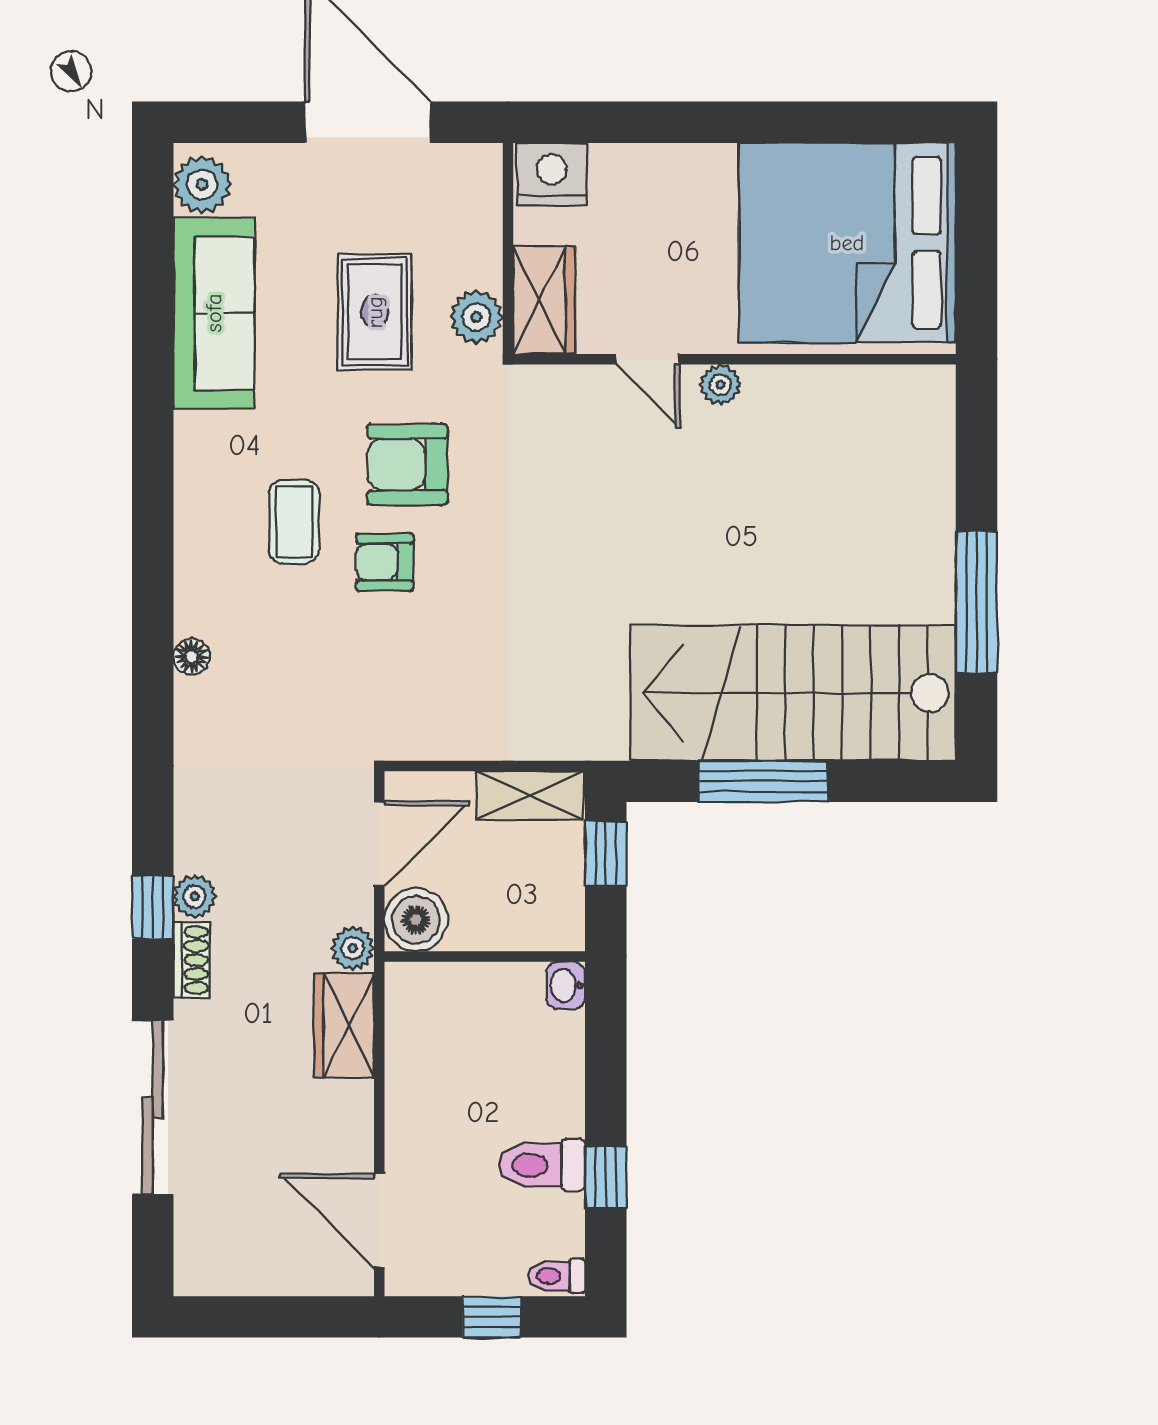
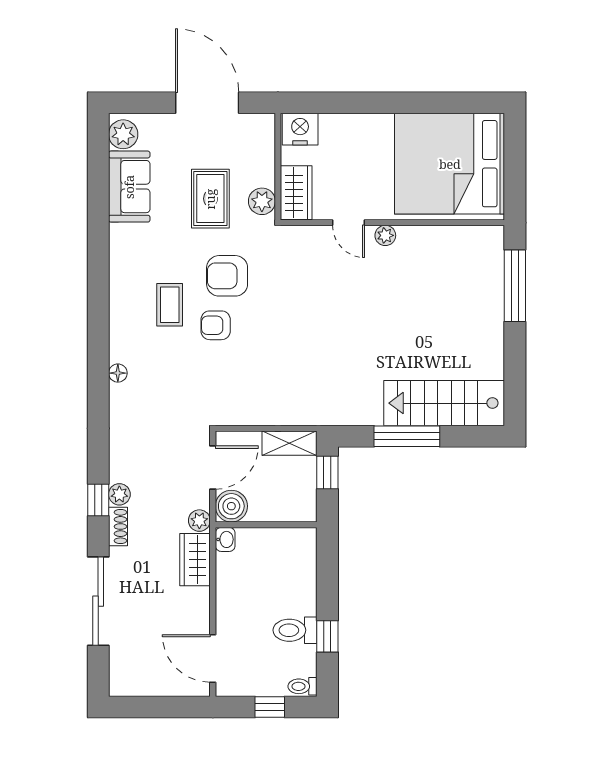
sofa: (214, 313) -> (129, 187), width x0.73
window: (977, 602) -> (515, 286), moved
stairs: (793, 693) -> (444, 403), width x0.73, depth x0.66
washbasin: (566, 986) -> (225, 539), moved, turned 180

